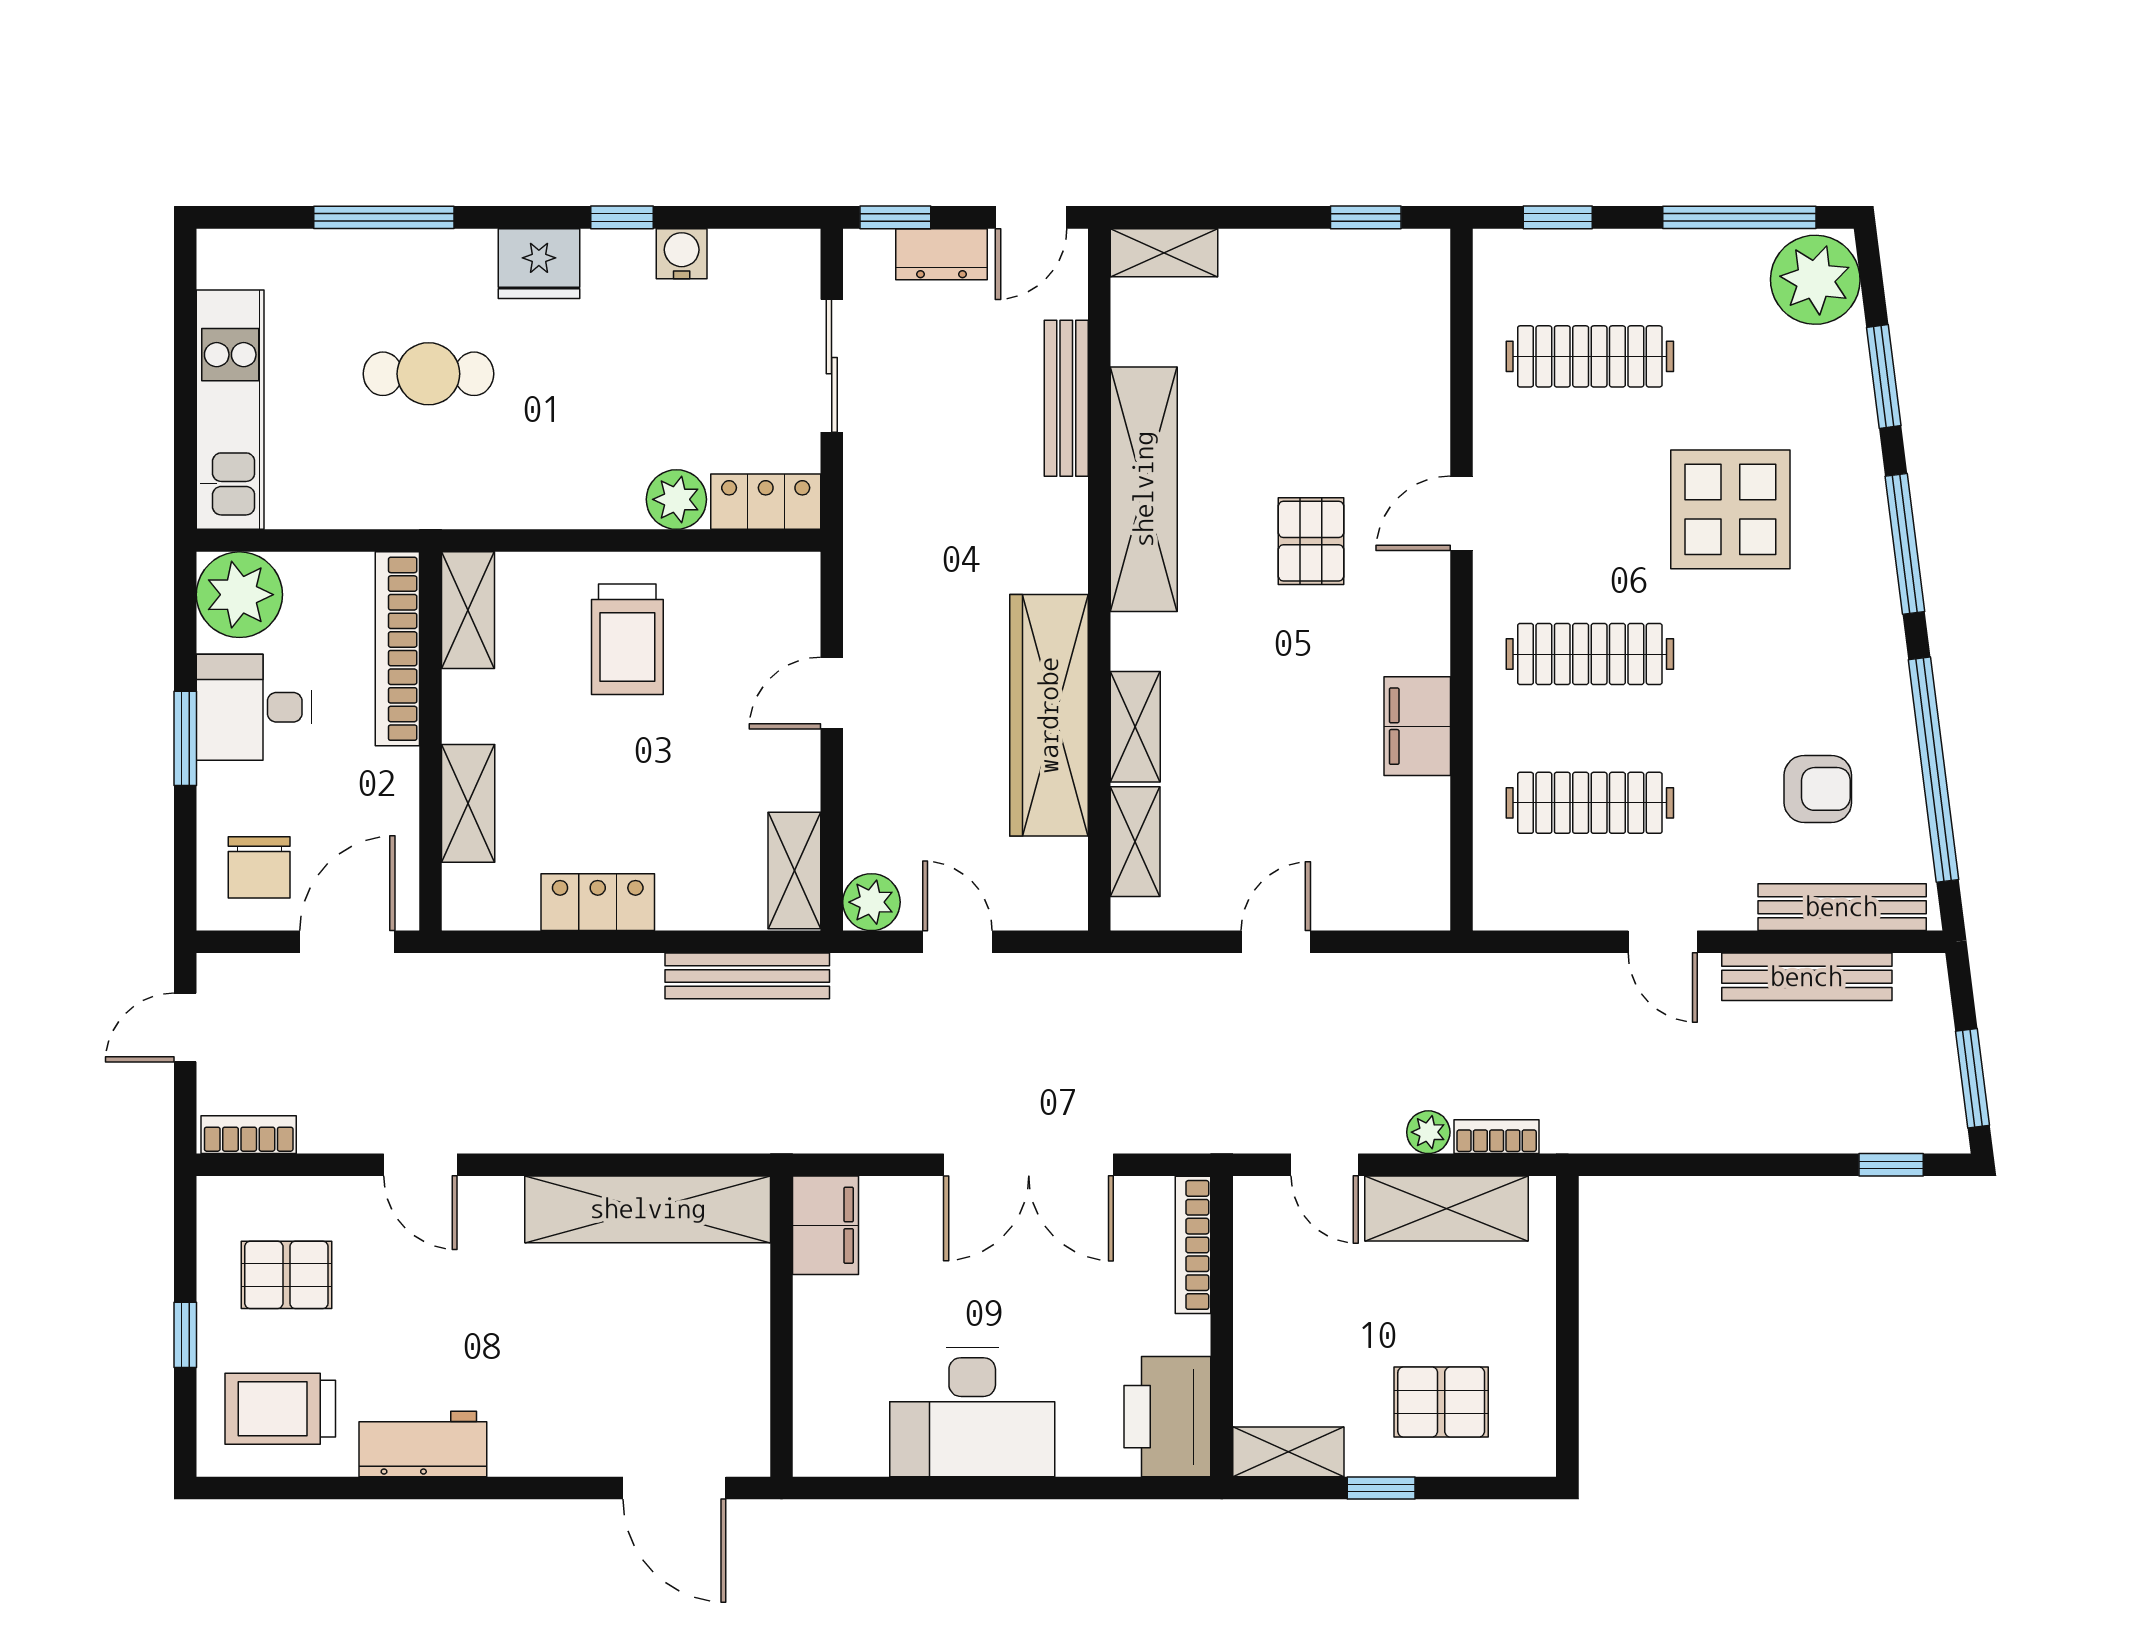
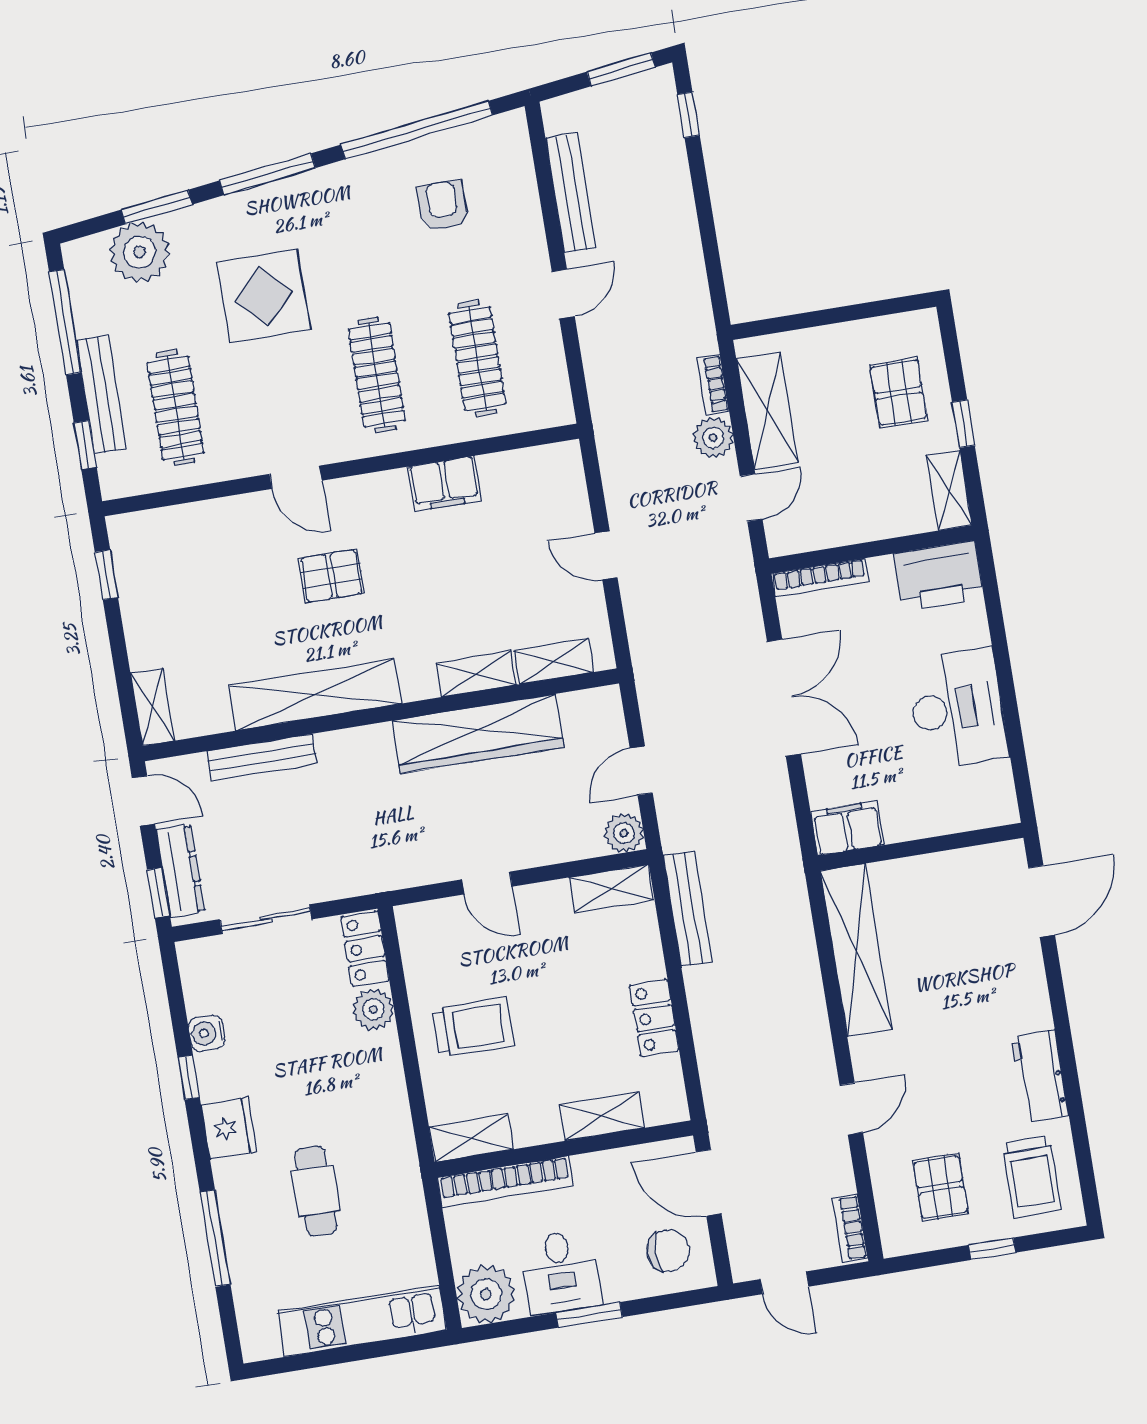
dresser: (942, 254) -> (180, 871), width x1.44
plant: (1815, 280) -> (139, 252), moved
bench: (1842, 907) -> (101, 395), moved
plant: (1428, 1132) -> (713, 438), width x1.38, depth x1.38

